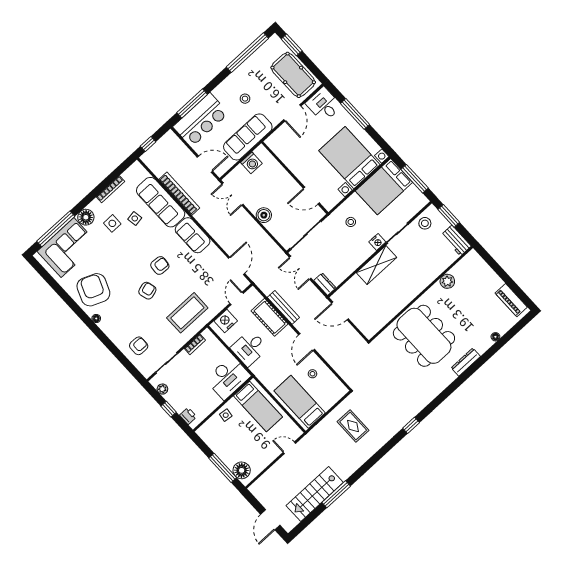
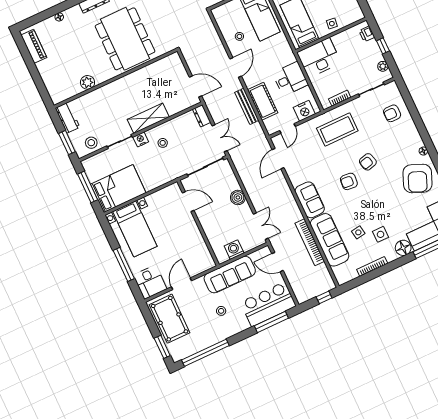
bed with nightstands: (349, 158) -> (135, 229), width x0.73
stool: (351, 222) -> (163, 143), moved

